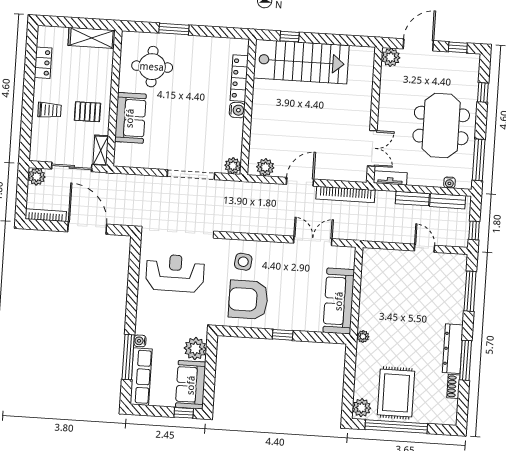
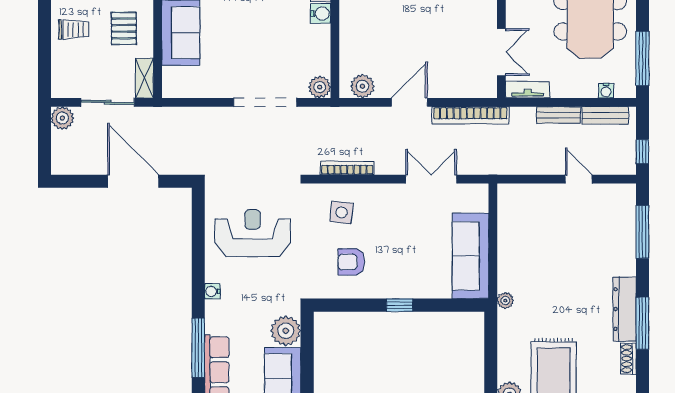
pallet: (87, 112) -> (124, 28), turned 90
bookcase: (46, 215) -> (347, 168), moved
armchair: (248, 300) -> (351, 262), width x0.53, depth x0.53
water cooler: (140, 341) -> (212, 291), moved

